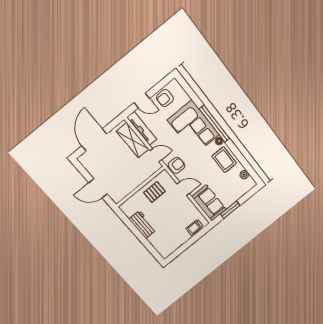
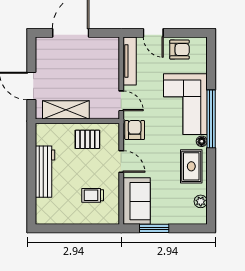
armchair: (165, 98) -> (179, 50), turned 180
shelving: (133, 140) -> (66, 110), moved, turned 90
armchair: (177, 165) -> (135, 130), turned -90
workbench: (143, 225) -> (45, 172), width x1.38
trolley: (195, 227) -> (93, 195), moved

